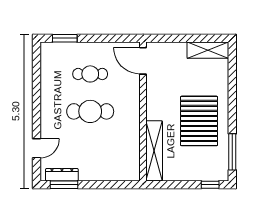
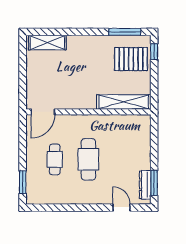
shelving: (208, 50) -> (47, 43), moved, turned 90
pallet: (199, 121) -> (131, 59), moved, width x0.73, depth x0.71

